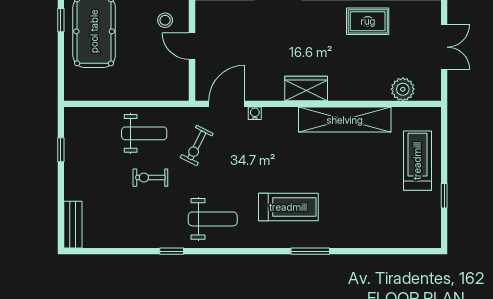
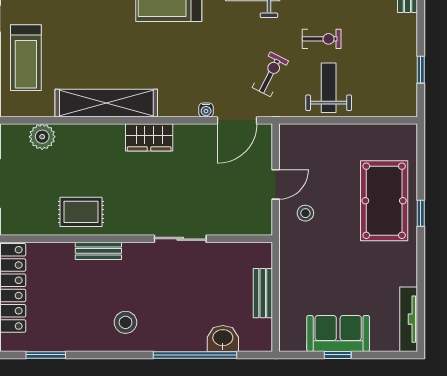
door: (192, 46) -> (276, 184), hinge flipped
weight bench: (144, 133) -> (329, 88), turned 90

